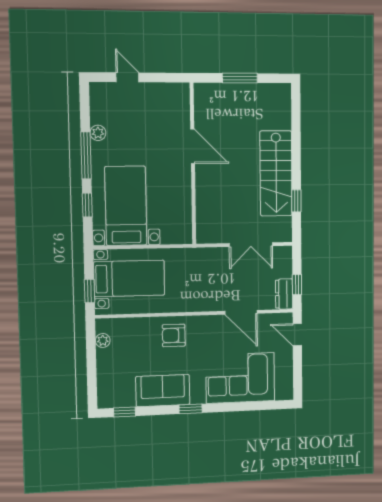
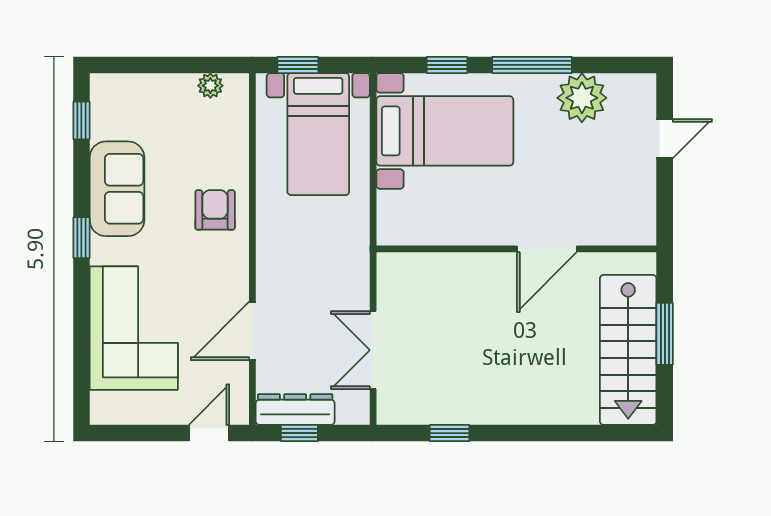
plant: (98, 133) -> (582, 98), width x1.88, depth x1.88
stairs: (276, 173) -> (628, 350), moved, turned -90
dresser: (284, 294) -> (295, 409), width x1.44

